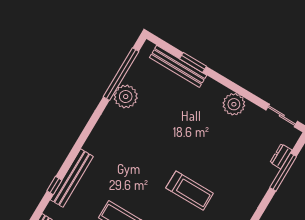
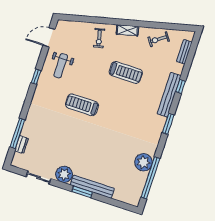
window: (193, 62) -> (82, 192), moved
bench: (178, 66) -> (92, 187), moved
sliding door: (282, 116) -> (39, 178), moved
window: (82, 140) -> (168, 124), added

